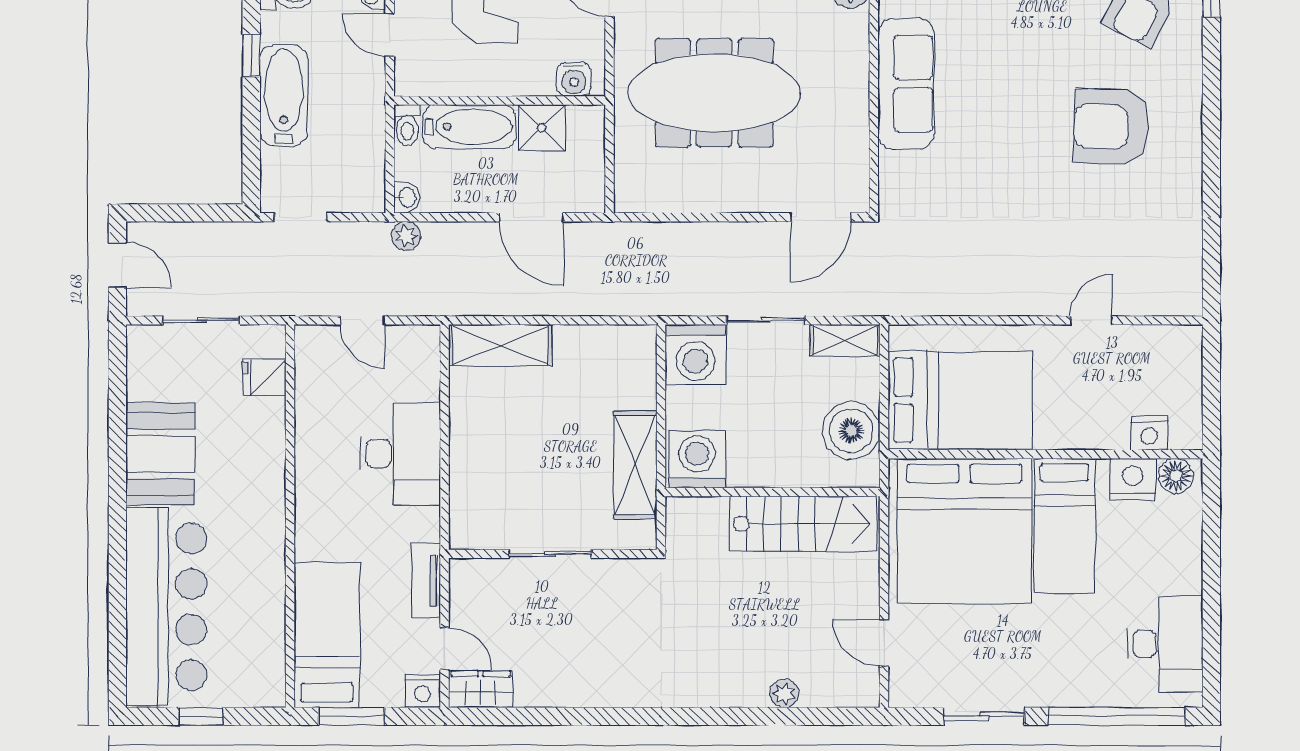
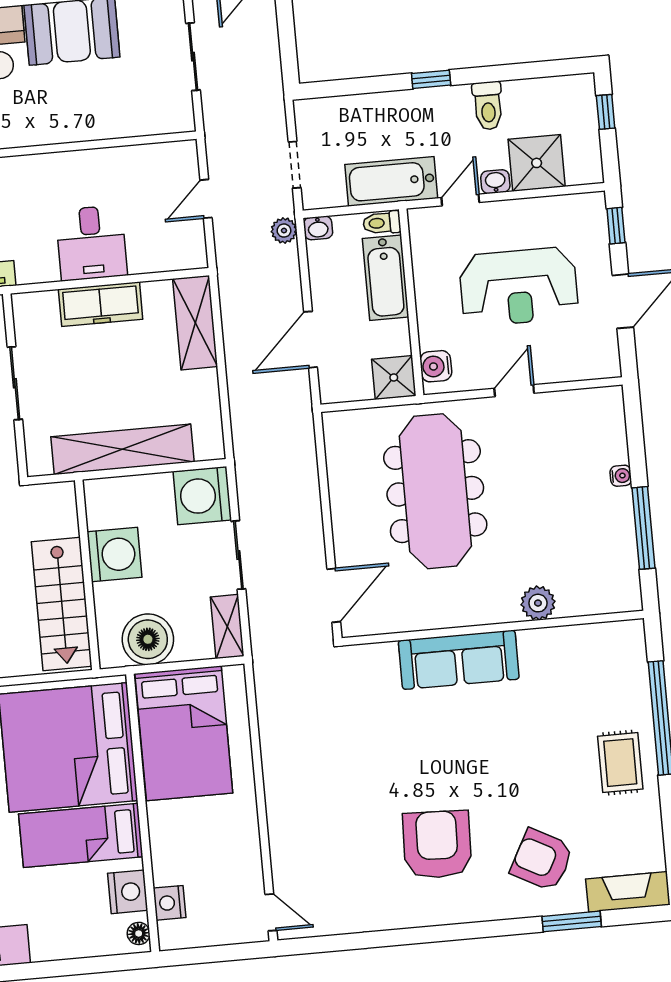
bathtub: (284, 95) -> (391, 181), moved, turned 180
shower: (542, 128) -> (394, 377), moved
doorway: (300, 217) -> (295, 165), moved
door: (821, 217) -> (334, 595), swing flipped
door: (1091, 320) -> (271, 912), moved
fridge: (264, 377) -> (148, 117), removed
freezer: (470, 450) -> (101, 304), added
desk: (400, 454) -> (91, 243), width x0.73
washing machine: (697, 459) -> (114, 555), moved
shelving: (635, 465) -> (123, 449), width x1.47
floor lamp: (1176, 476) -> (139, 933), width x0.73, depth x0.73

